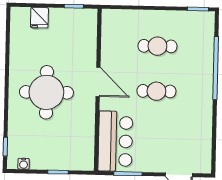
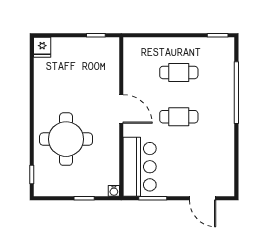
fridge: (39, 18) -> (42, 47), moved
round table: (46, 92) -> (66, 139), moved
water cooler: (24, 164) -> (114, 191), moved

